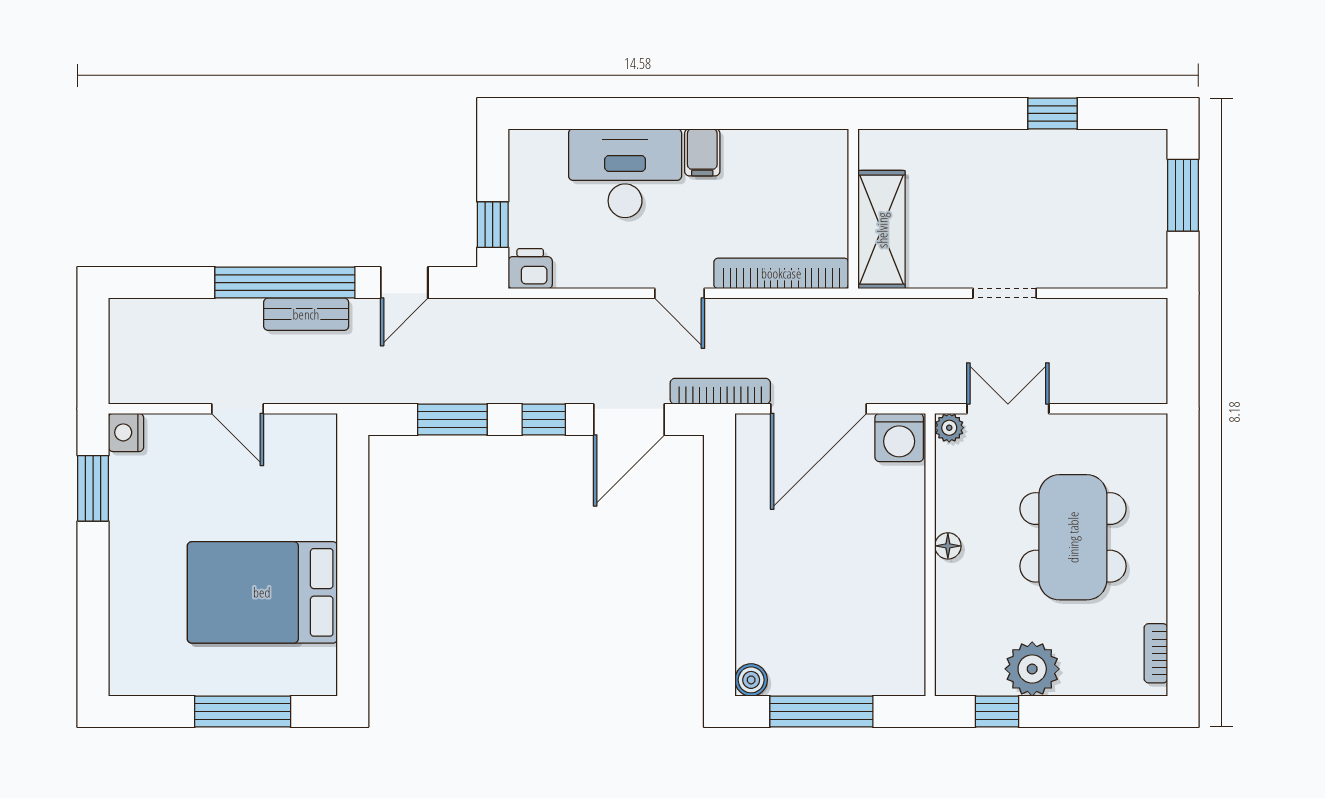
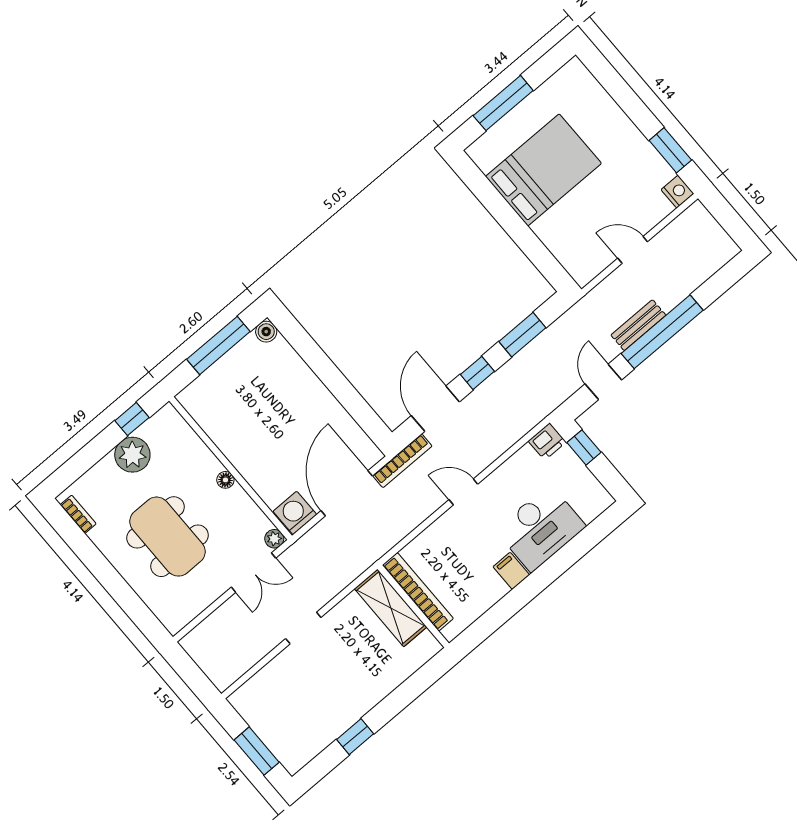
bookcase: (781, 273) -> (418, 592), moved, turned -90

